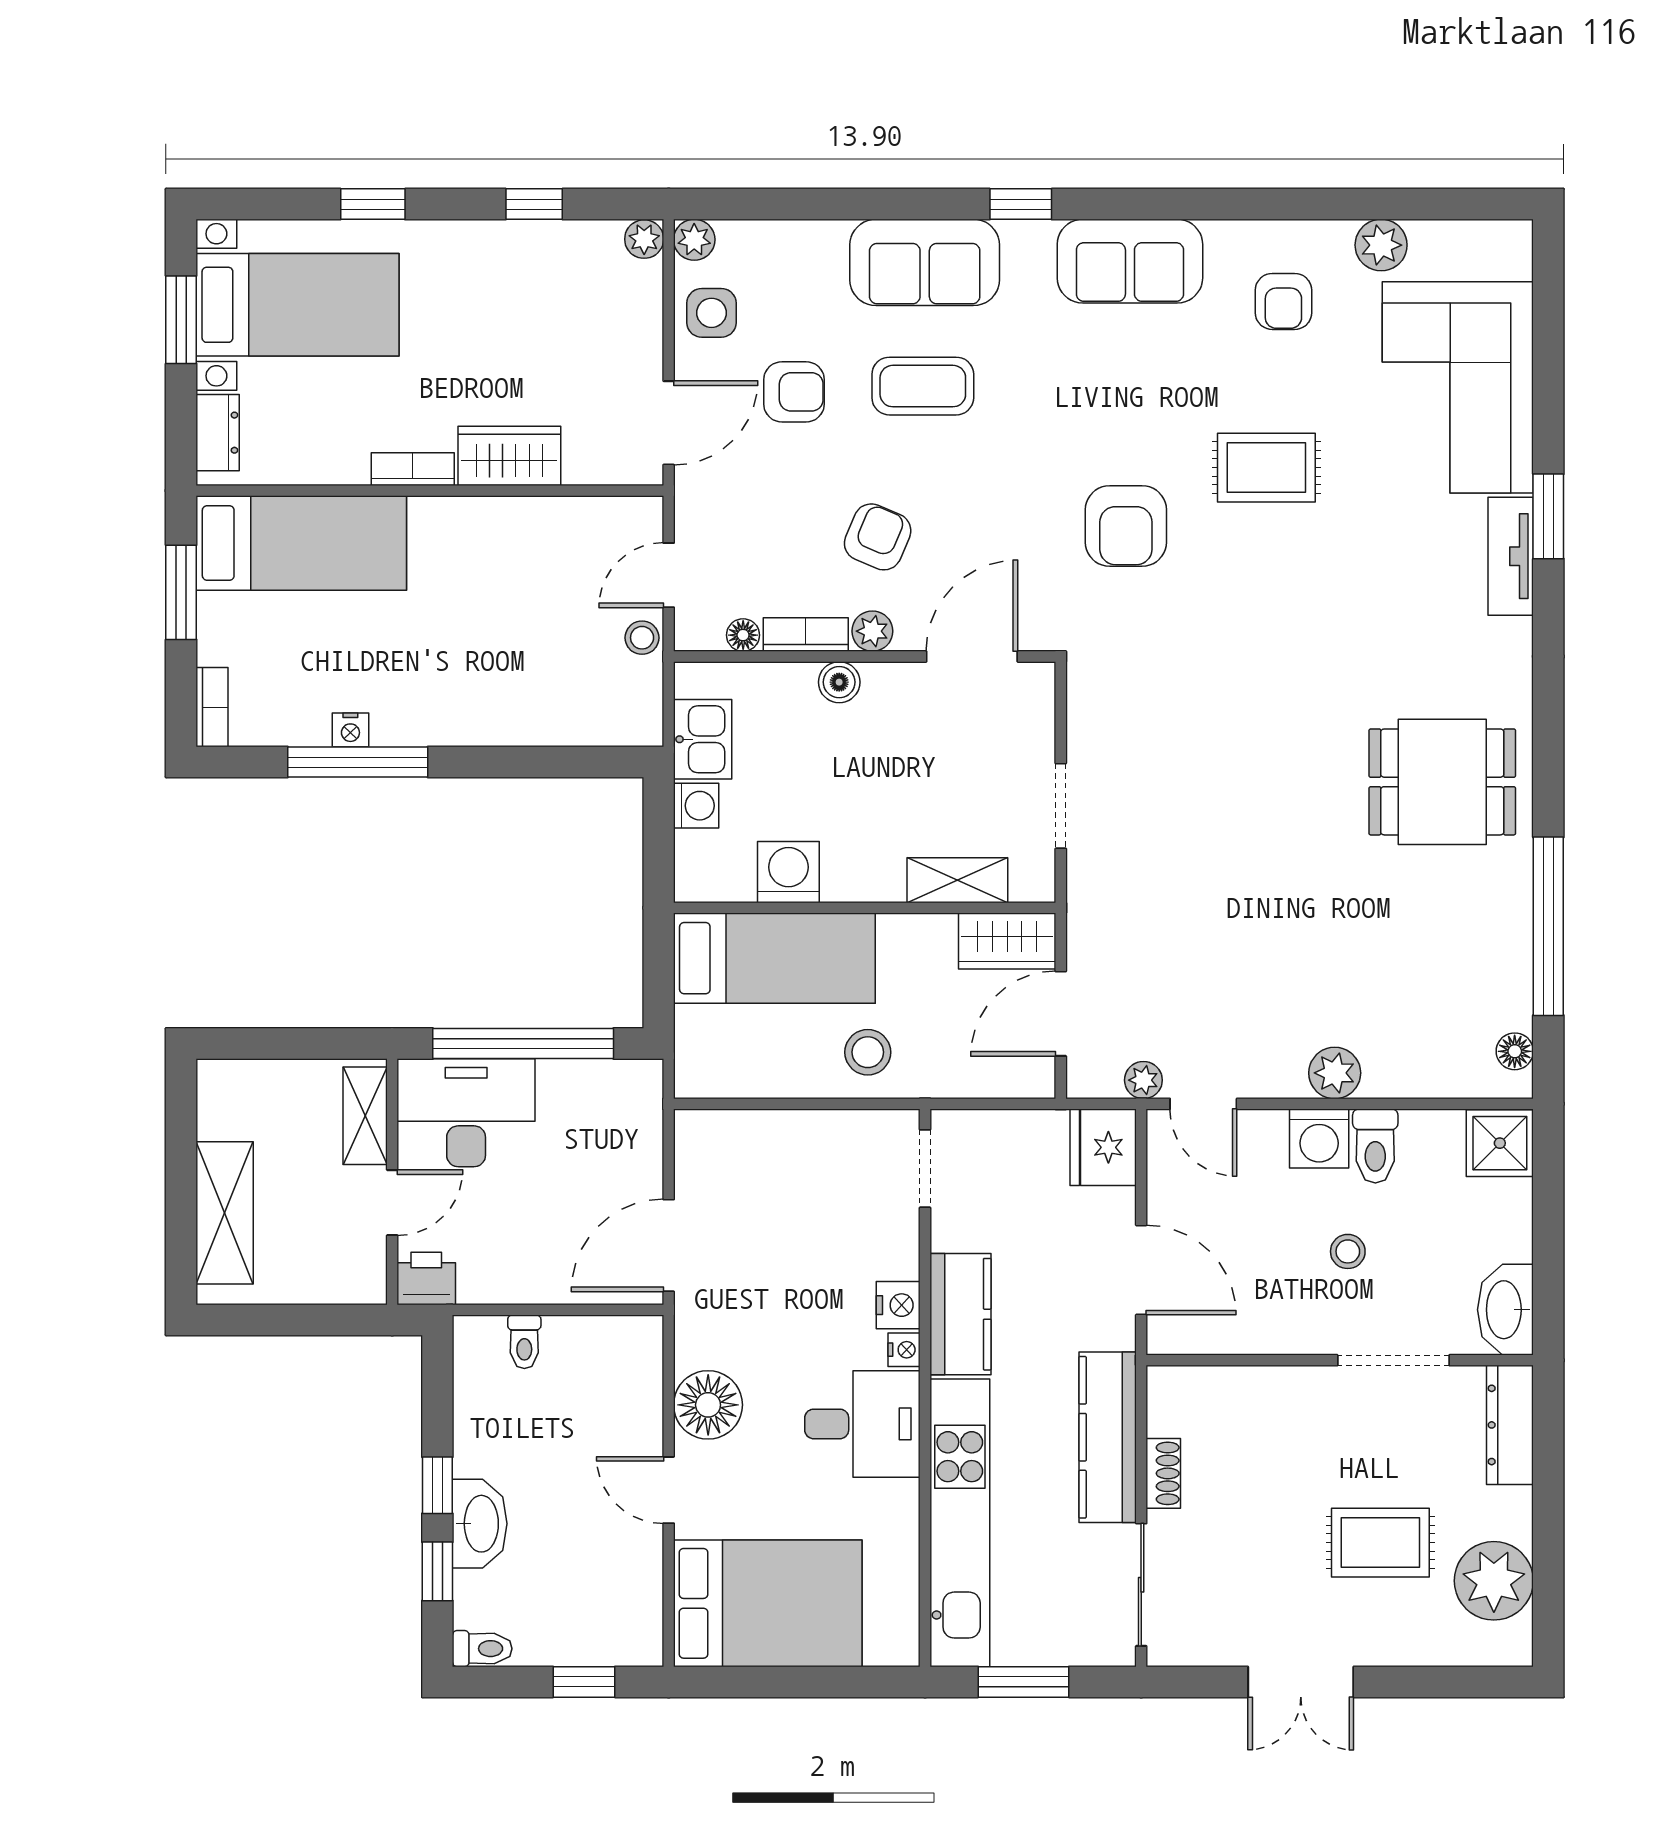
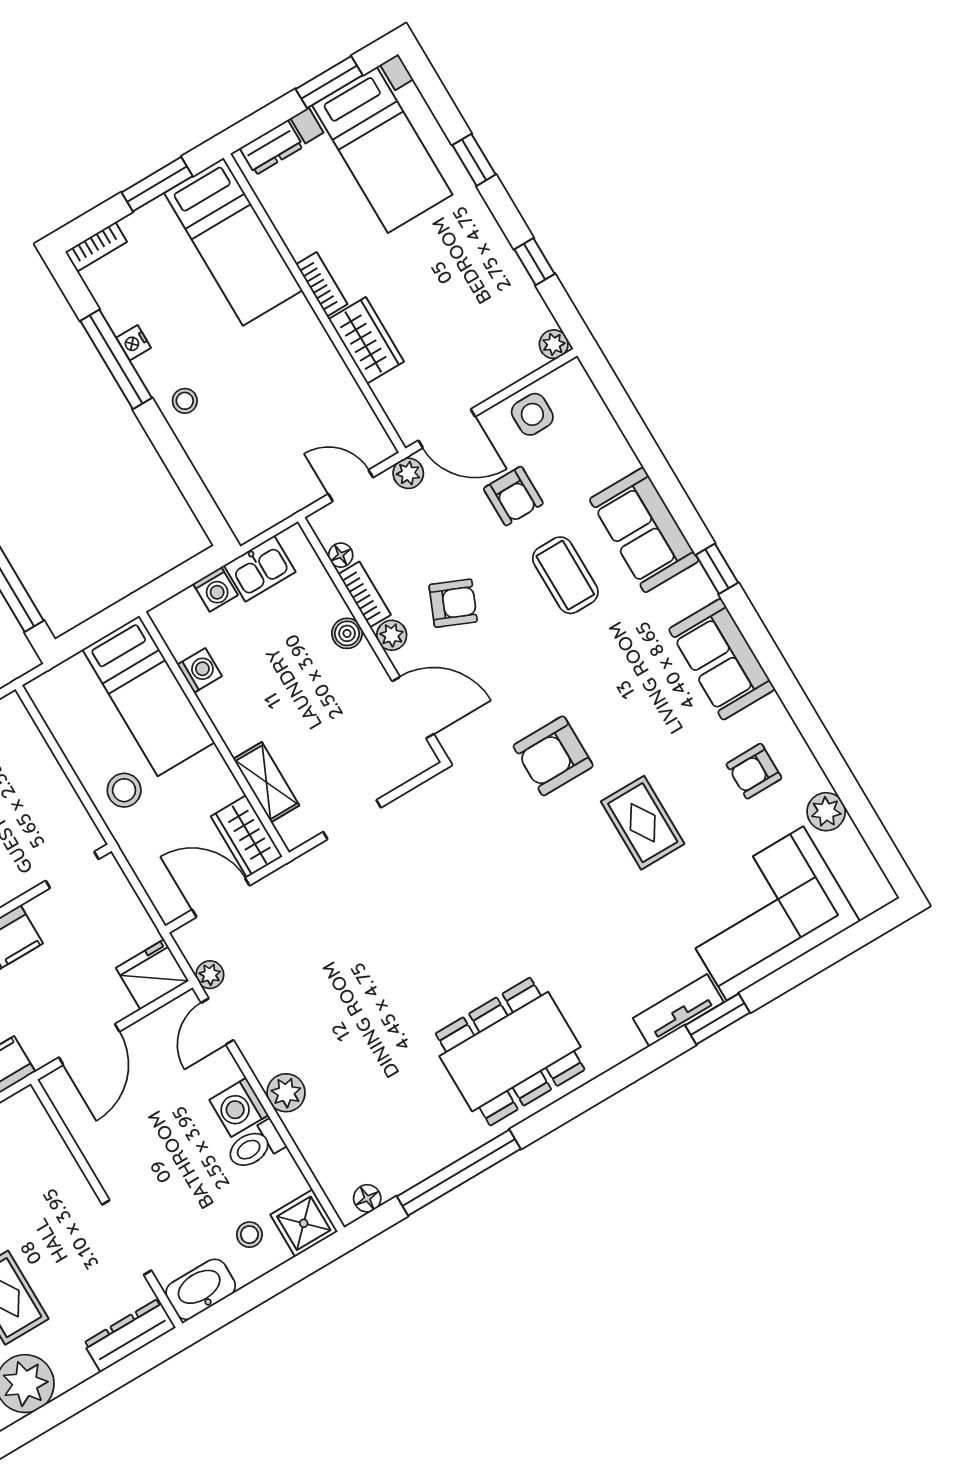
plant: (694, 240) -> (408, 473), moved
stool: (642, 638) -> (185, 401), moved
dining table: (1442, 782) -> (510, 1052), width x1.38
washing machine: (788, 872) -> (200, 670), width x0.73, depth x0.73
stool: (1348, 1251) -> (249, 1235), moved

